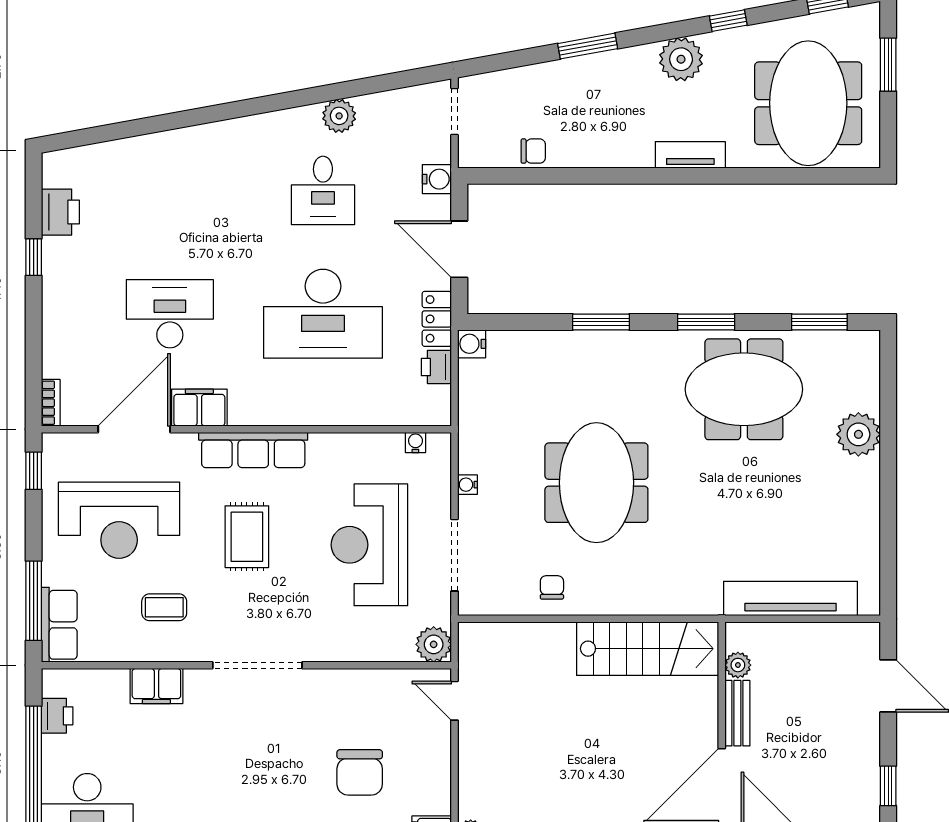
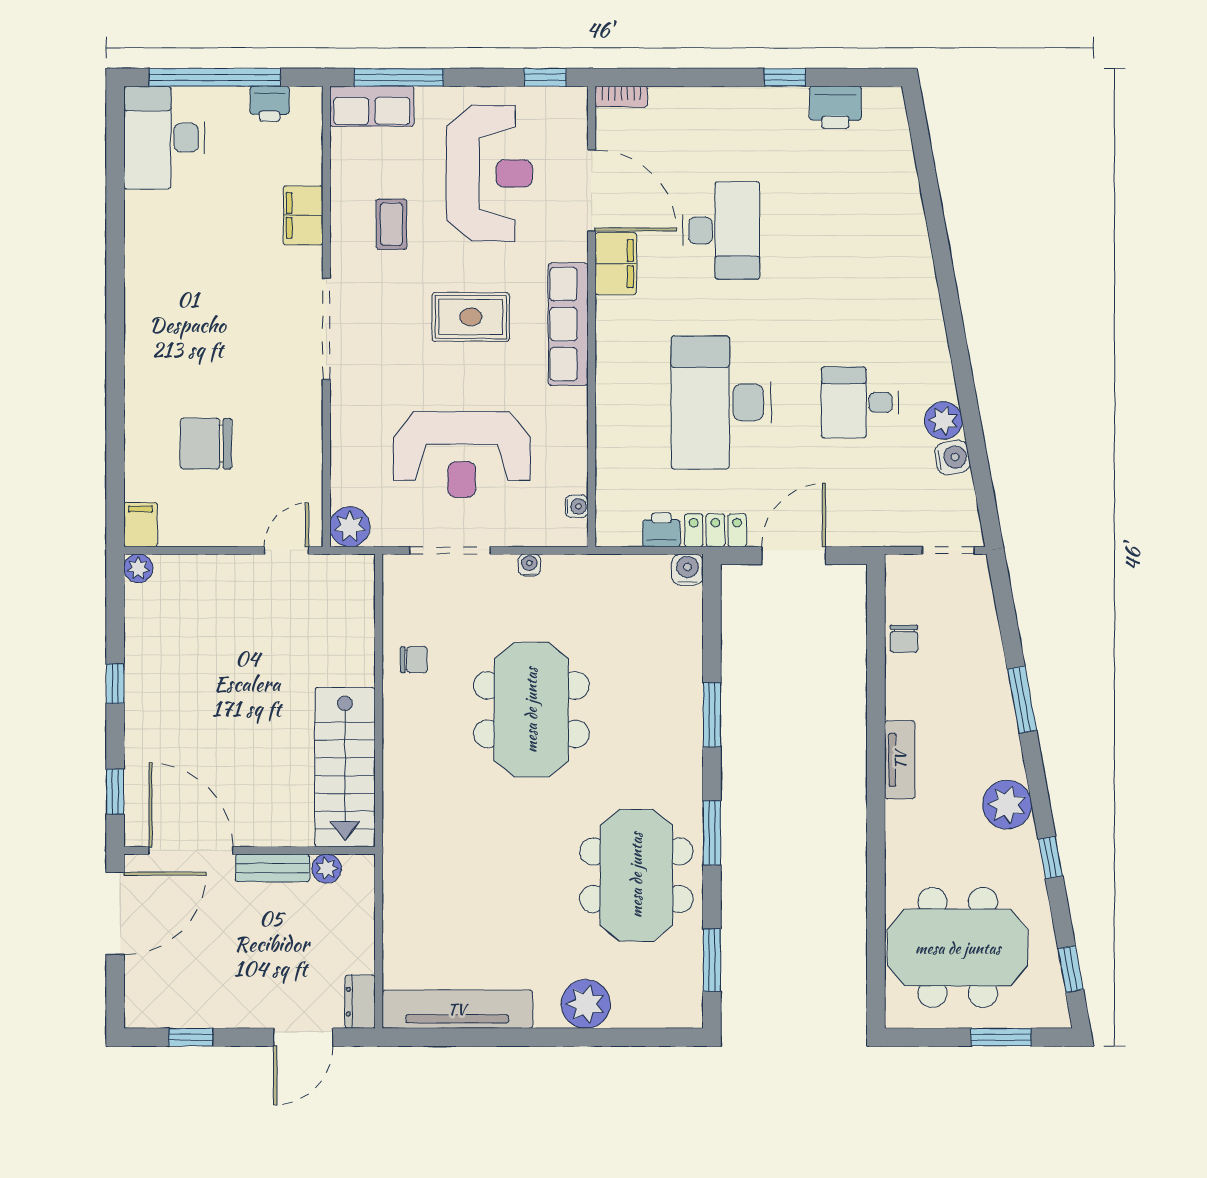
tv unit: (690, 155) -> (900, 760), moved
water cooler: (437, 179) -> (953, 458), moved, turned -100
meeting table: (596, 483) -> (531, 710), turned 90
reception desk: (119, 520) -> (489, 173), turned 180
reception desk: (369, 545) -> (462, 455), turned 180
tv unit: (791, 598) -> (457, 1009), moved, turned -90
dresser: (856, 635) -> (360, 1002), added

